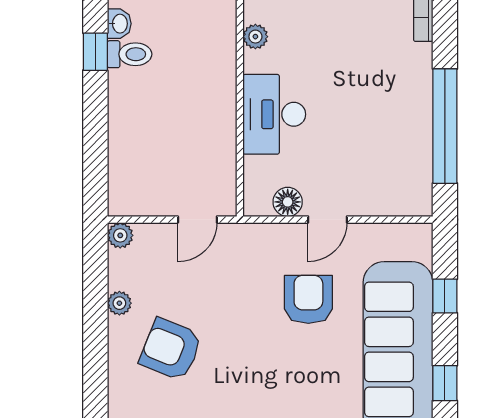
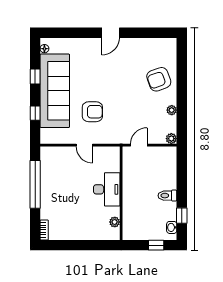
toilet: (130, 54) -> (167, 196), moved
floor lamp: (288, 202) -> (101, 153), removed
door: (327, 220) -> (84, 145), swing flipped
armchair: (308, 299) -> (92, 112), turned -90
armchair: (171, 349) -> (159, 79), moved, turned 138

